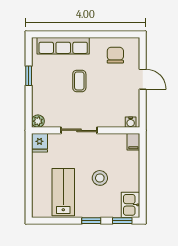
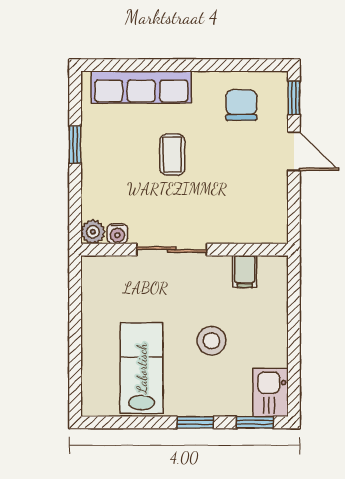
window: (143, 51) -> (294, 98), added
water cooler: (131, 122) -> (117, 234), moved
filing cabinet: (133, 142) -> (245, 271), moved
fridge: (39, 143) -> (96, 273), removed

